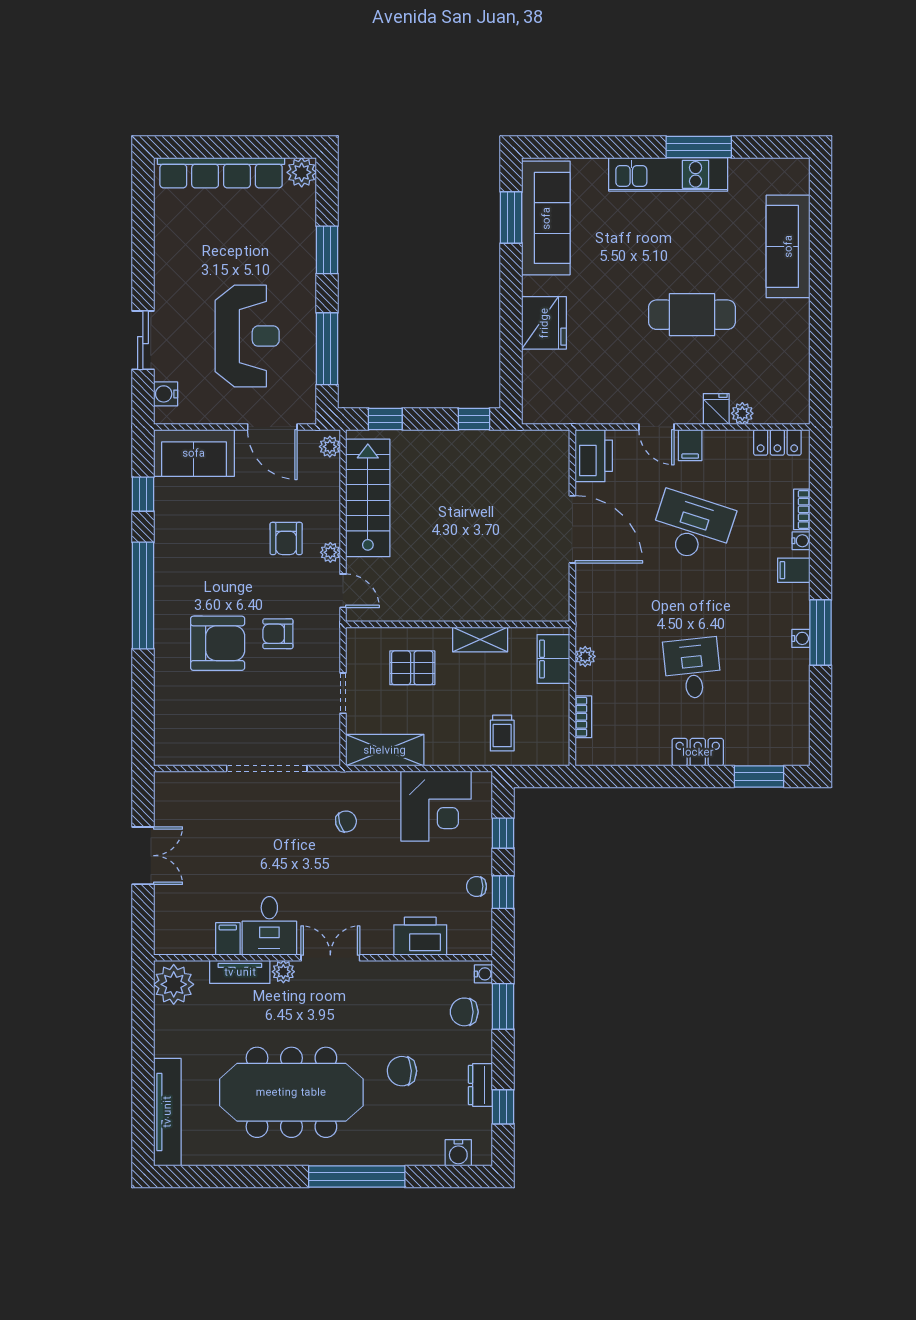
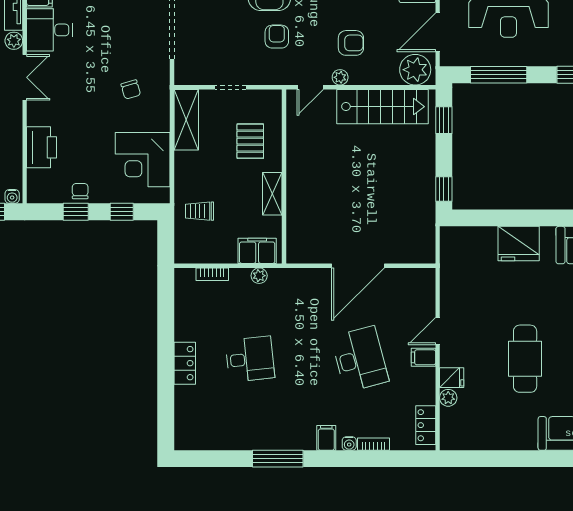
plant: (330, 447) -> (415, 70), width x1.87, depth x1.87
printer: (594, 456) -> (415, 282), removed
desk: (692, 527) -> (360, 359), turned -33
armchair: (286, 538) -> (351, 43), turned 180
water cooler: (801, 638) -> (273, 443), removed
window: (759, 776) -> (166, 411), removed

